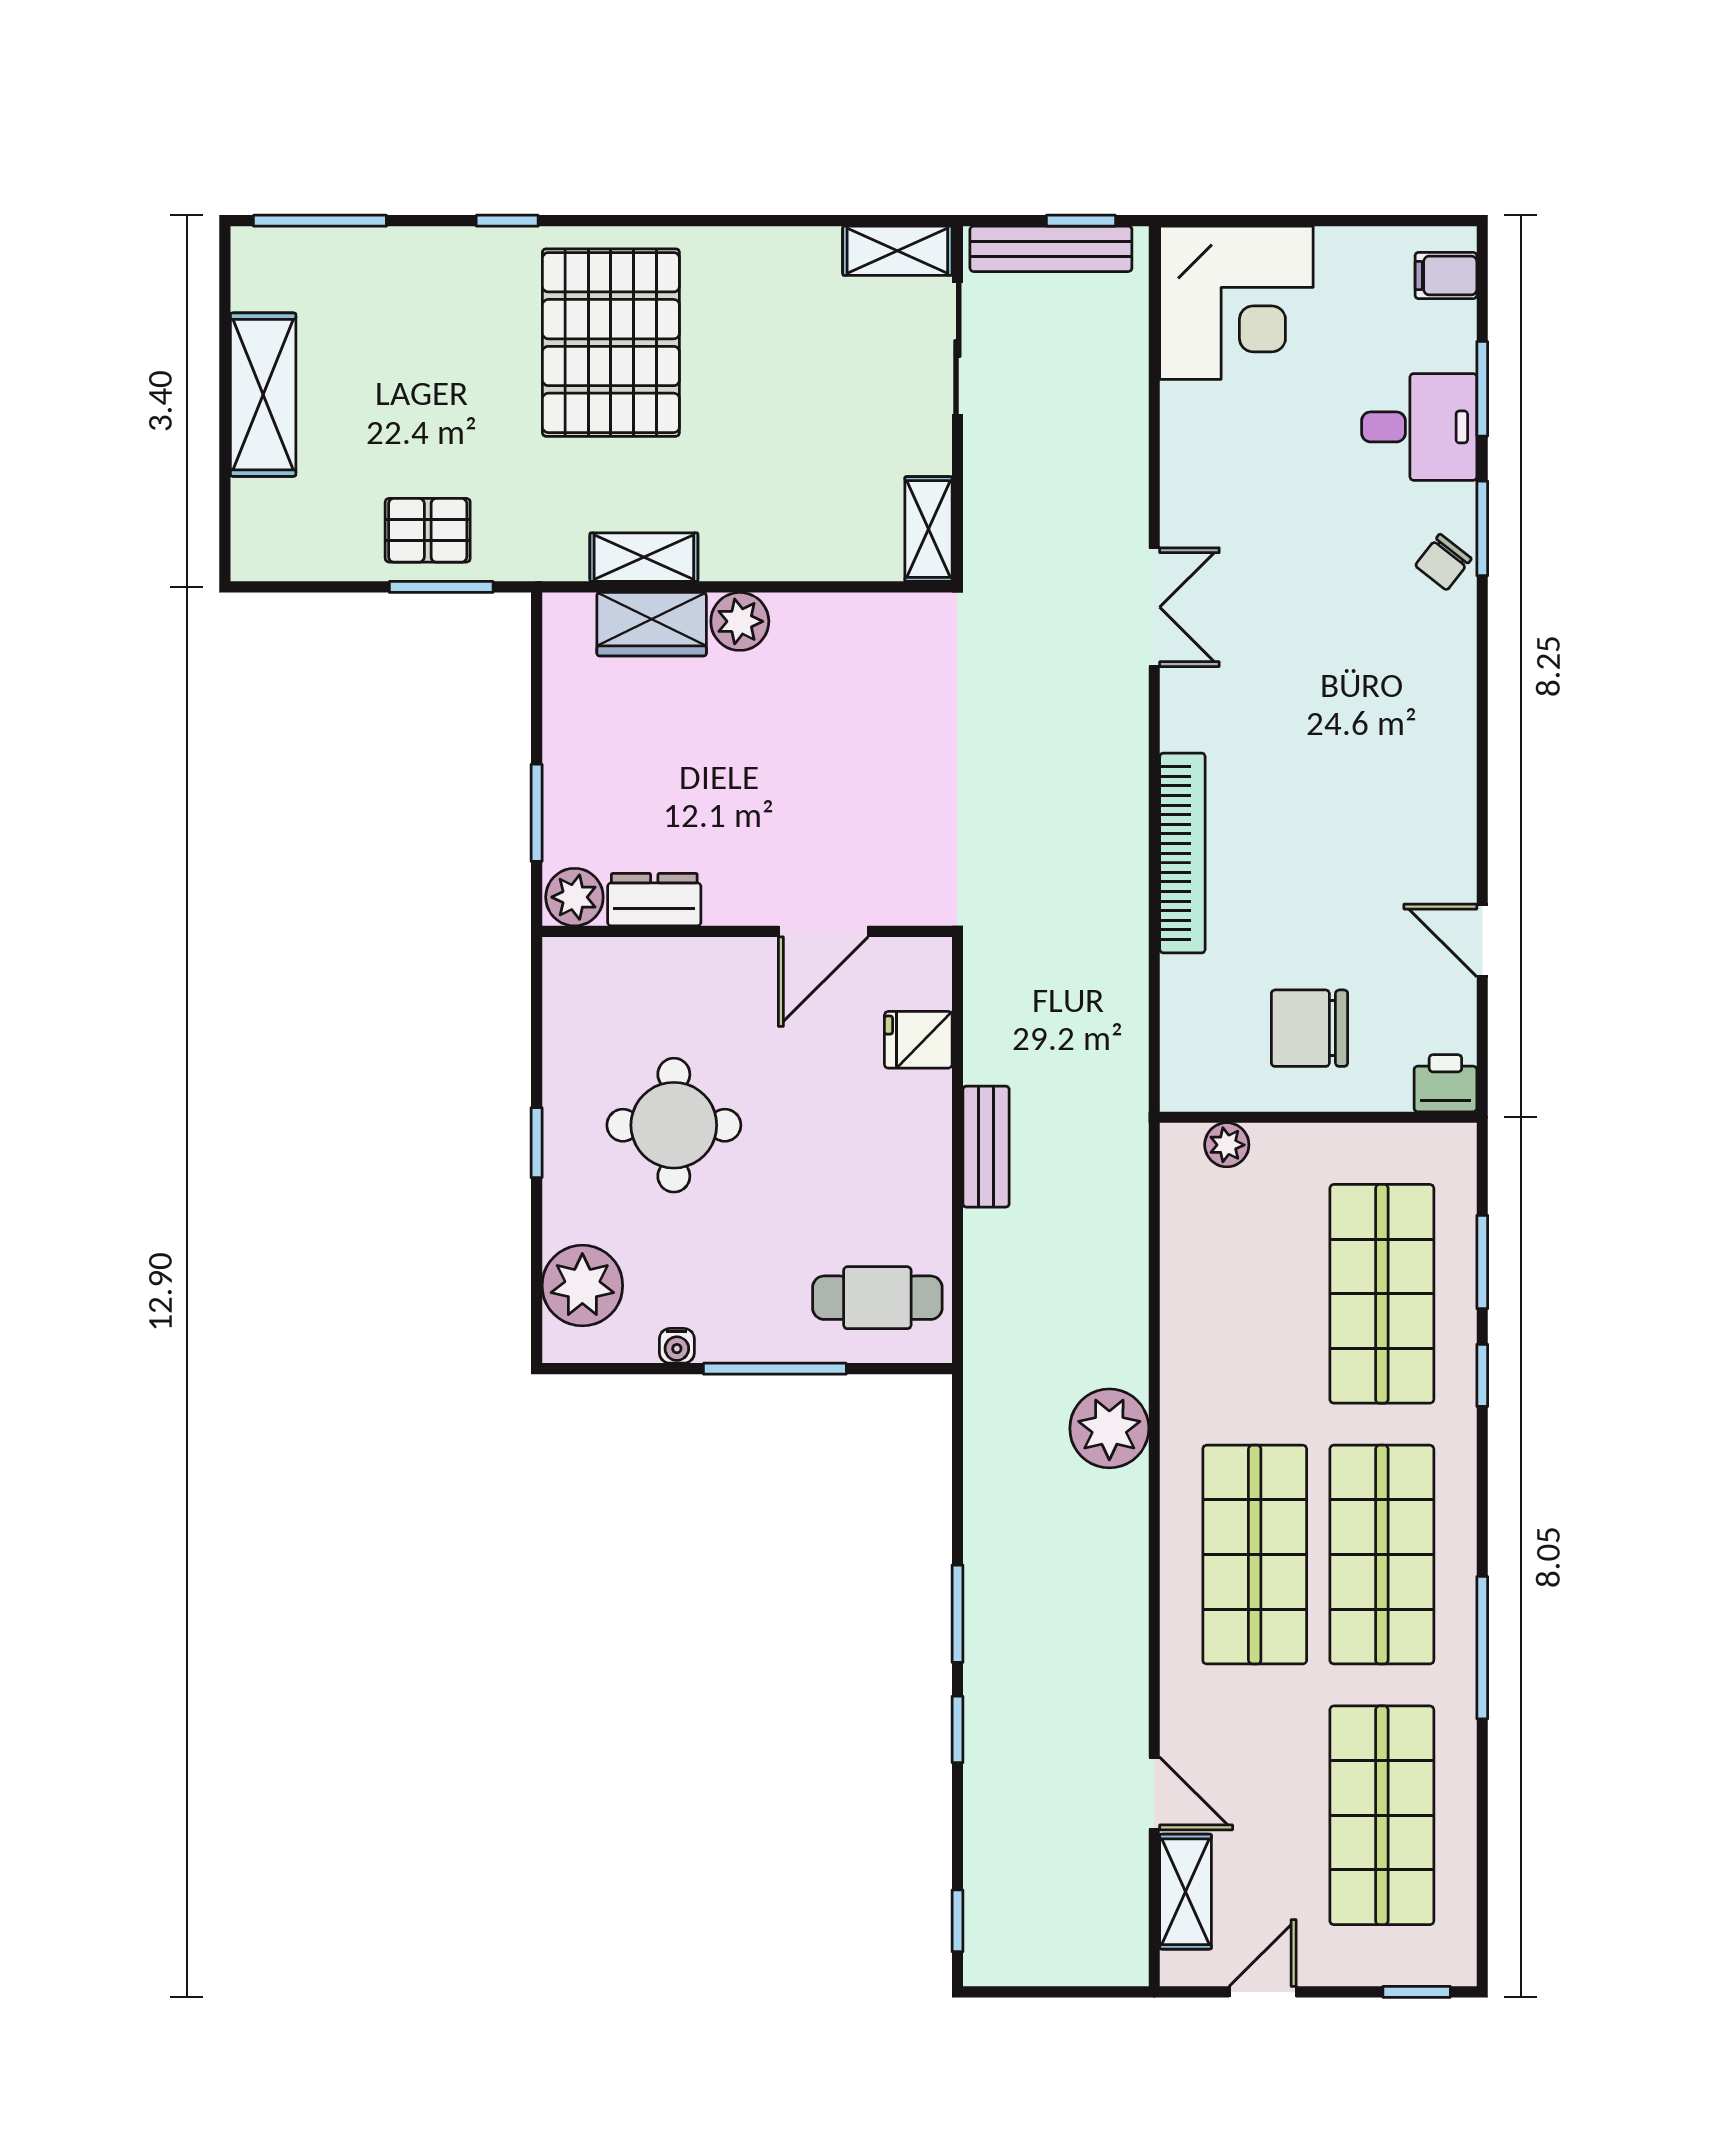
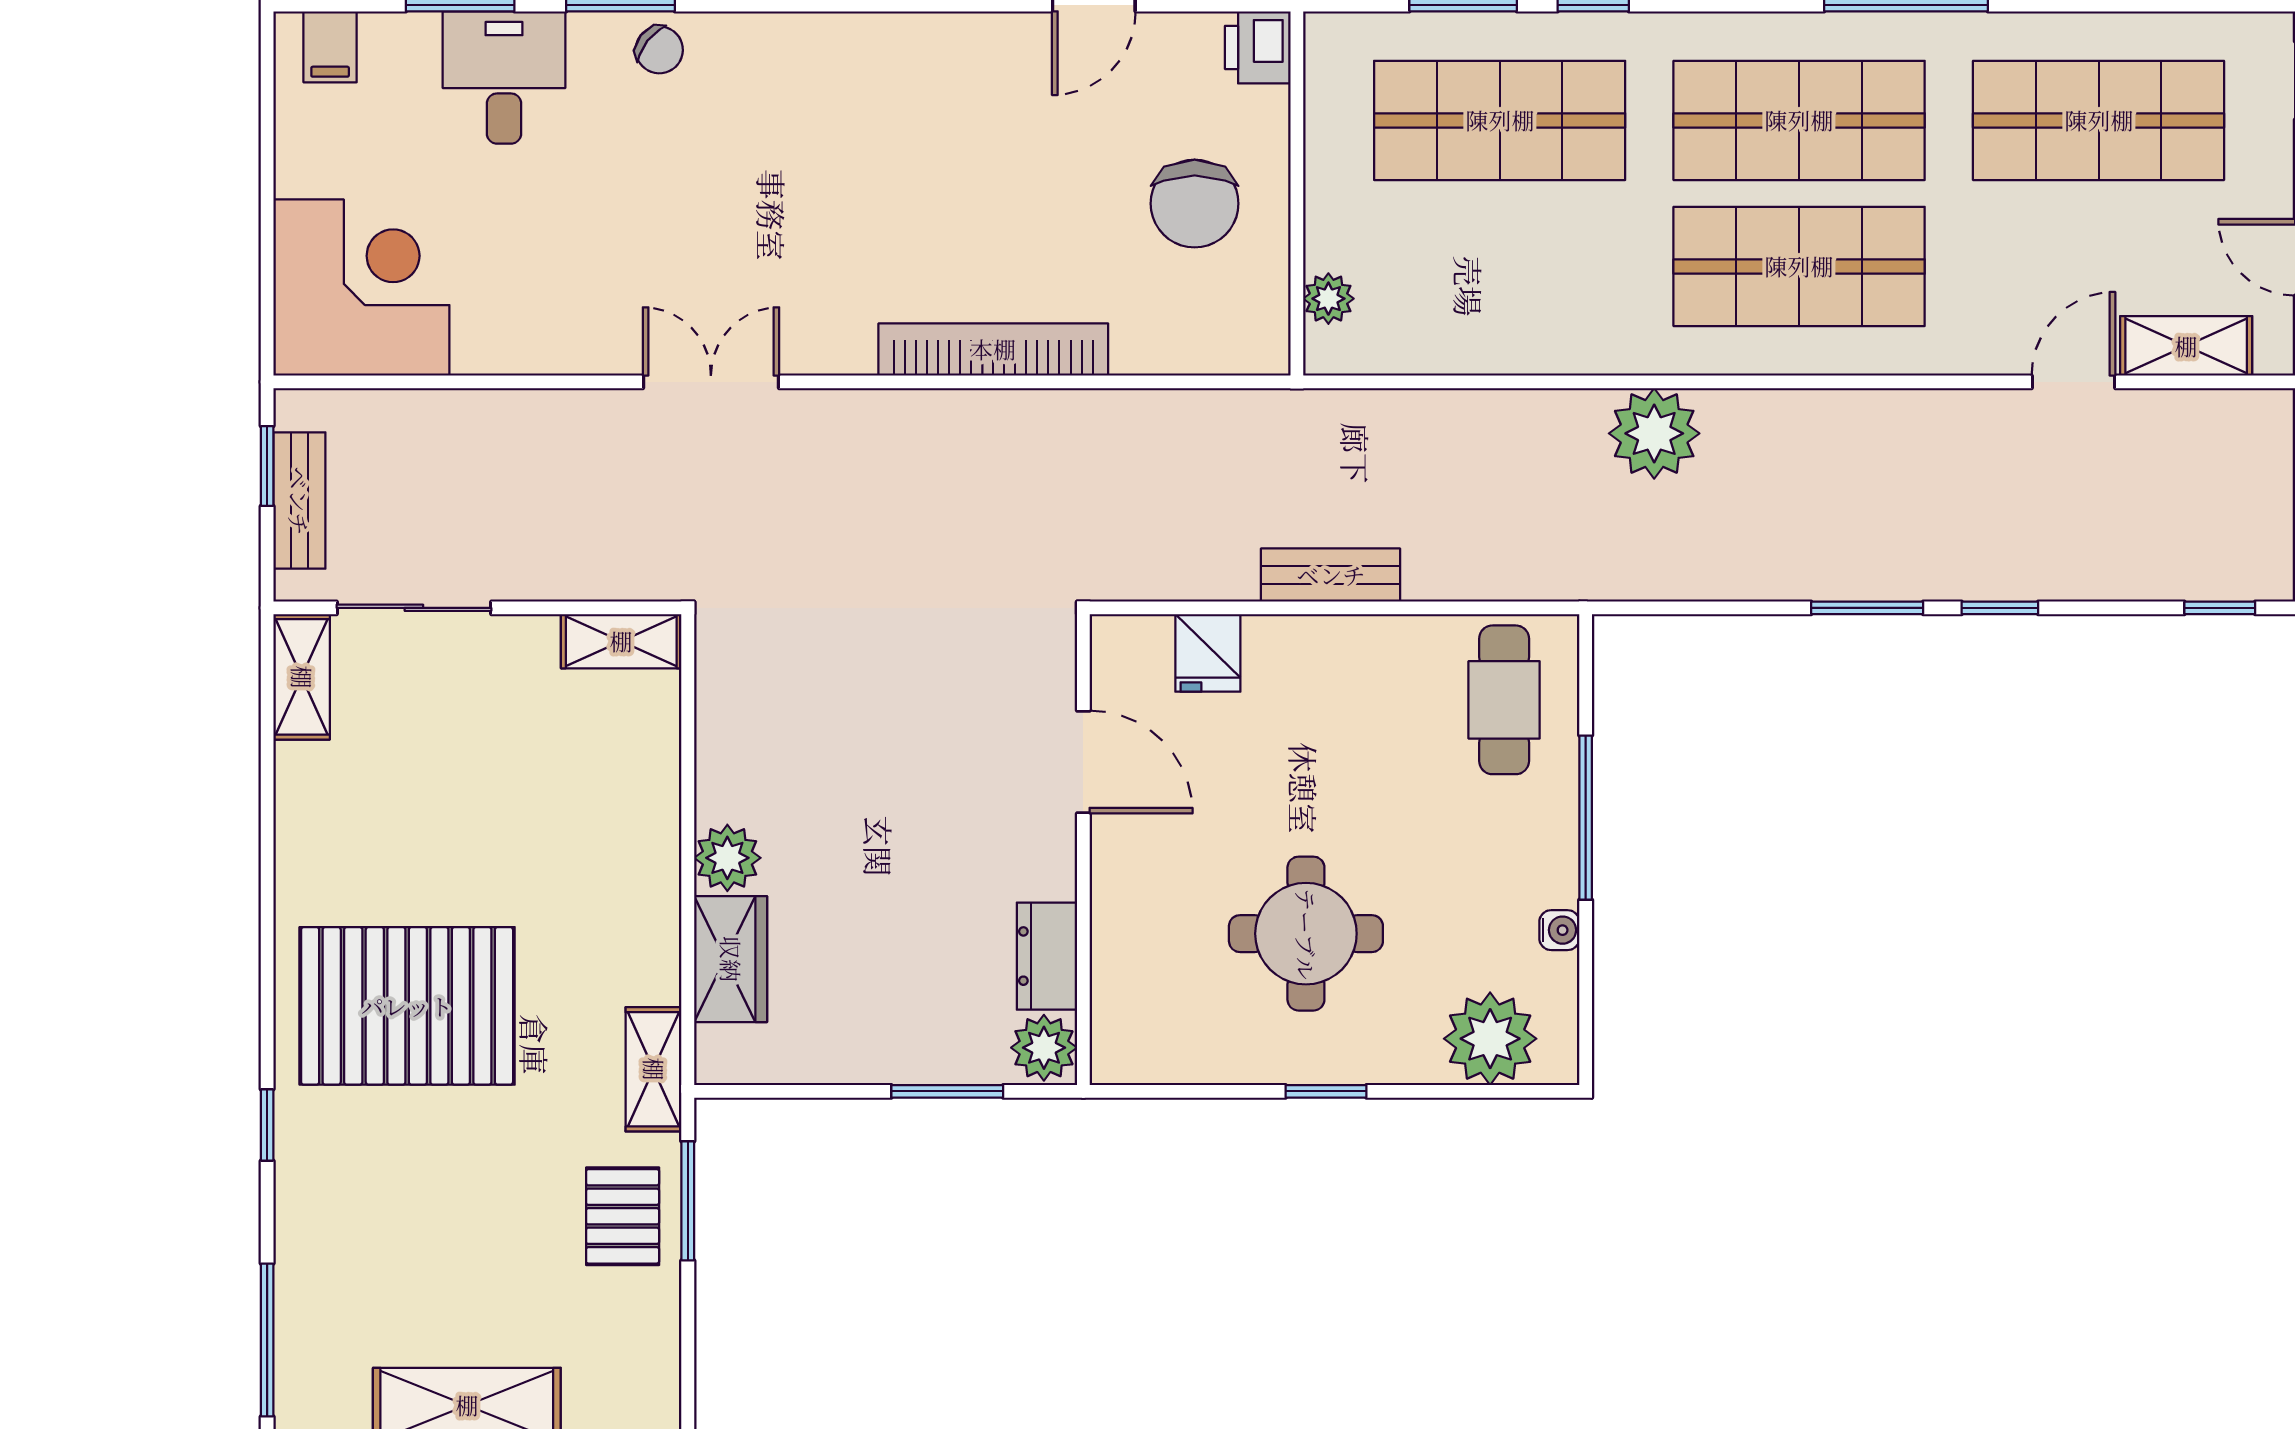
bench: (1051, 249) -> (299, 501), width x0.73
shelving: (644, 557) -> (654, 1069), moved

